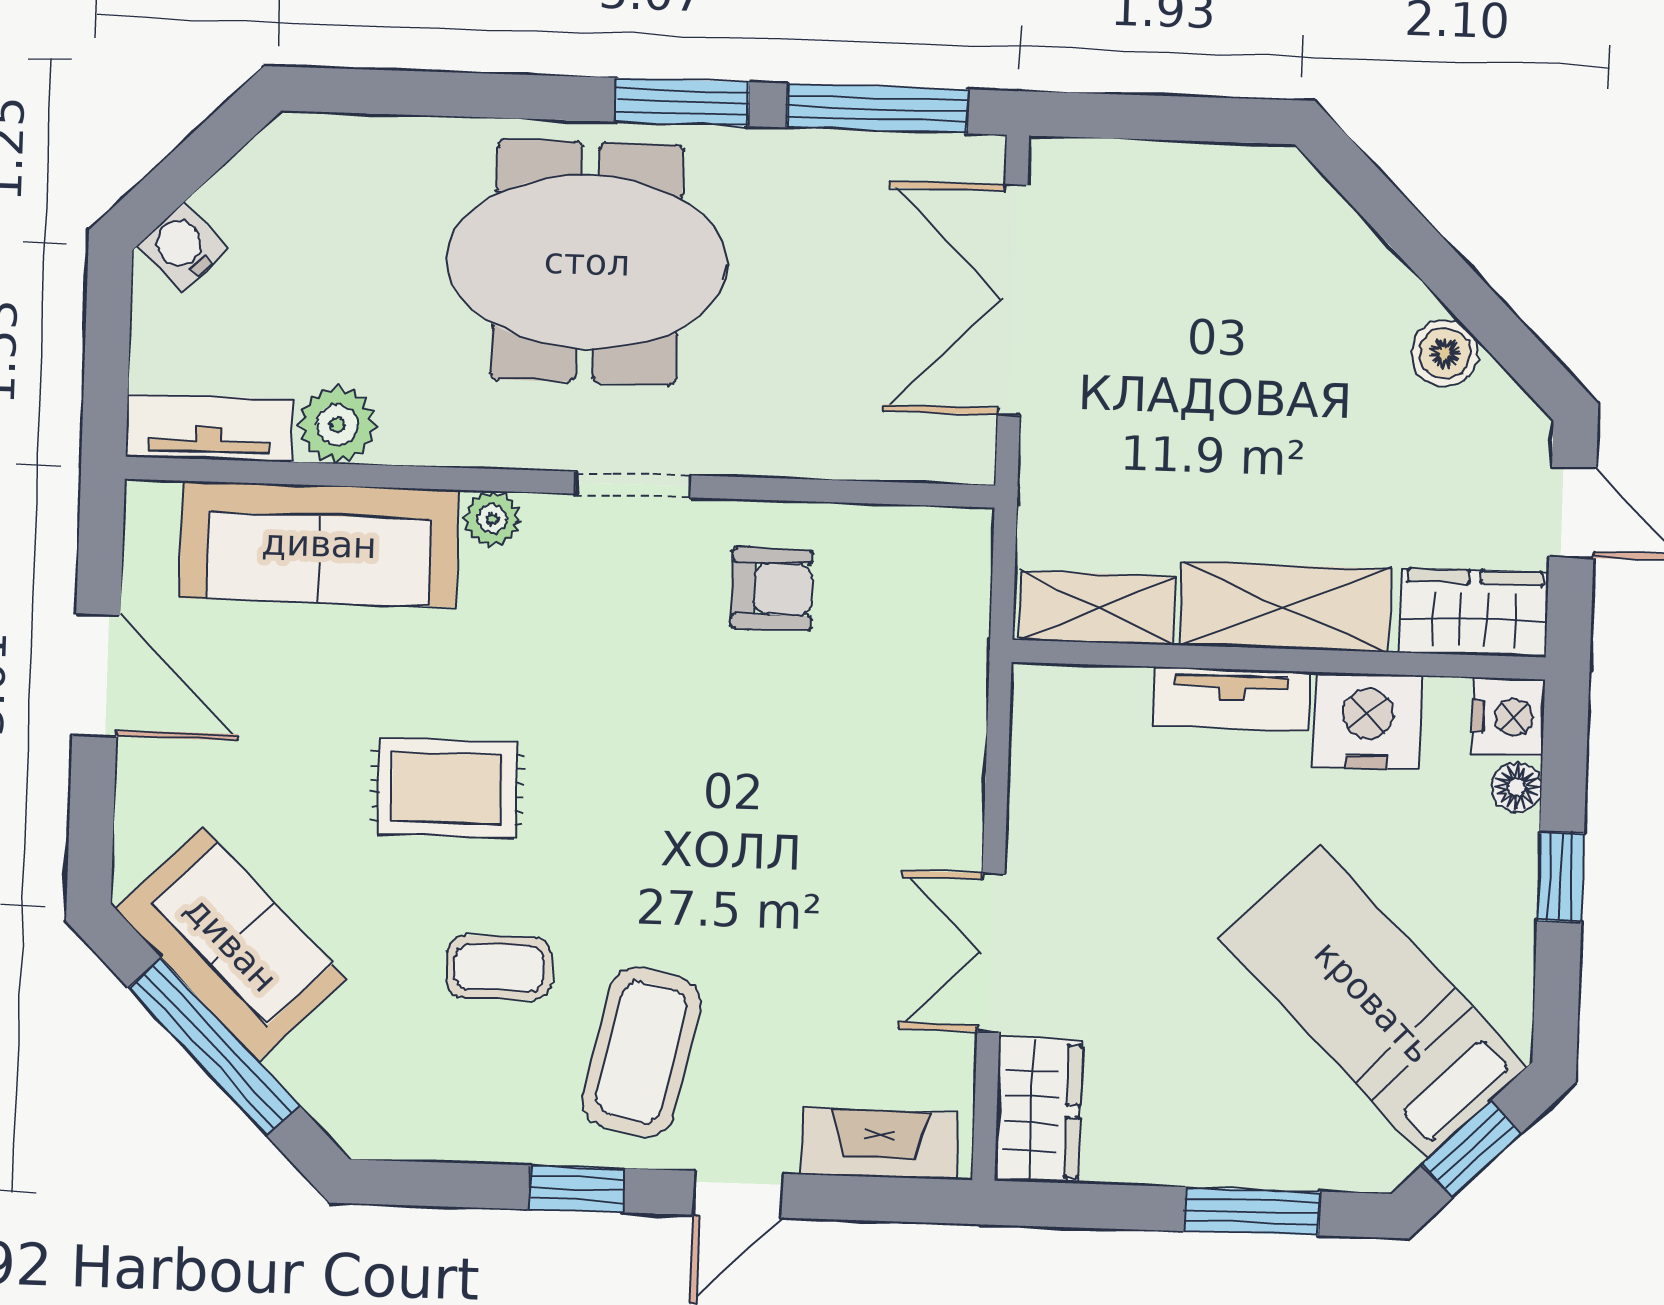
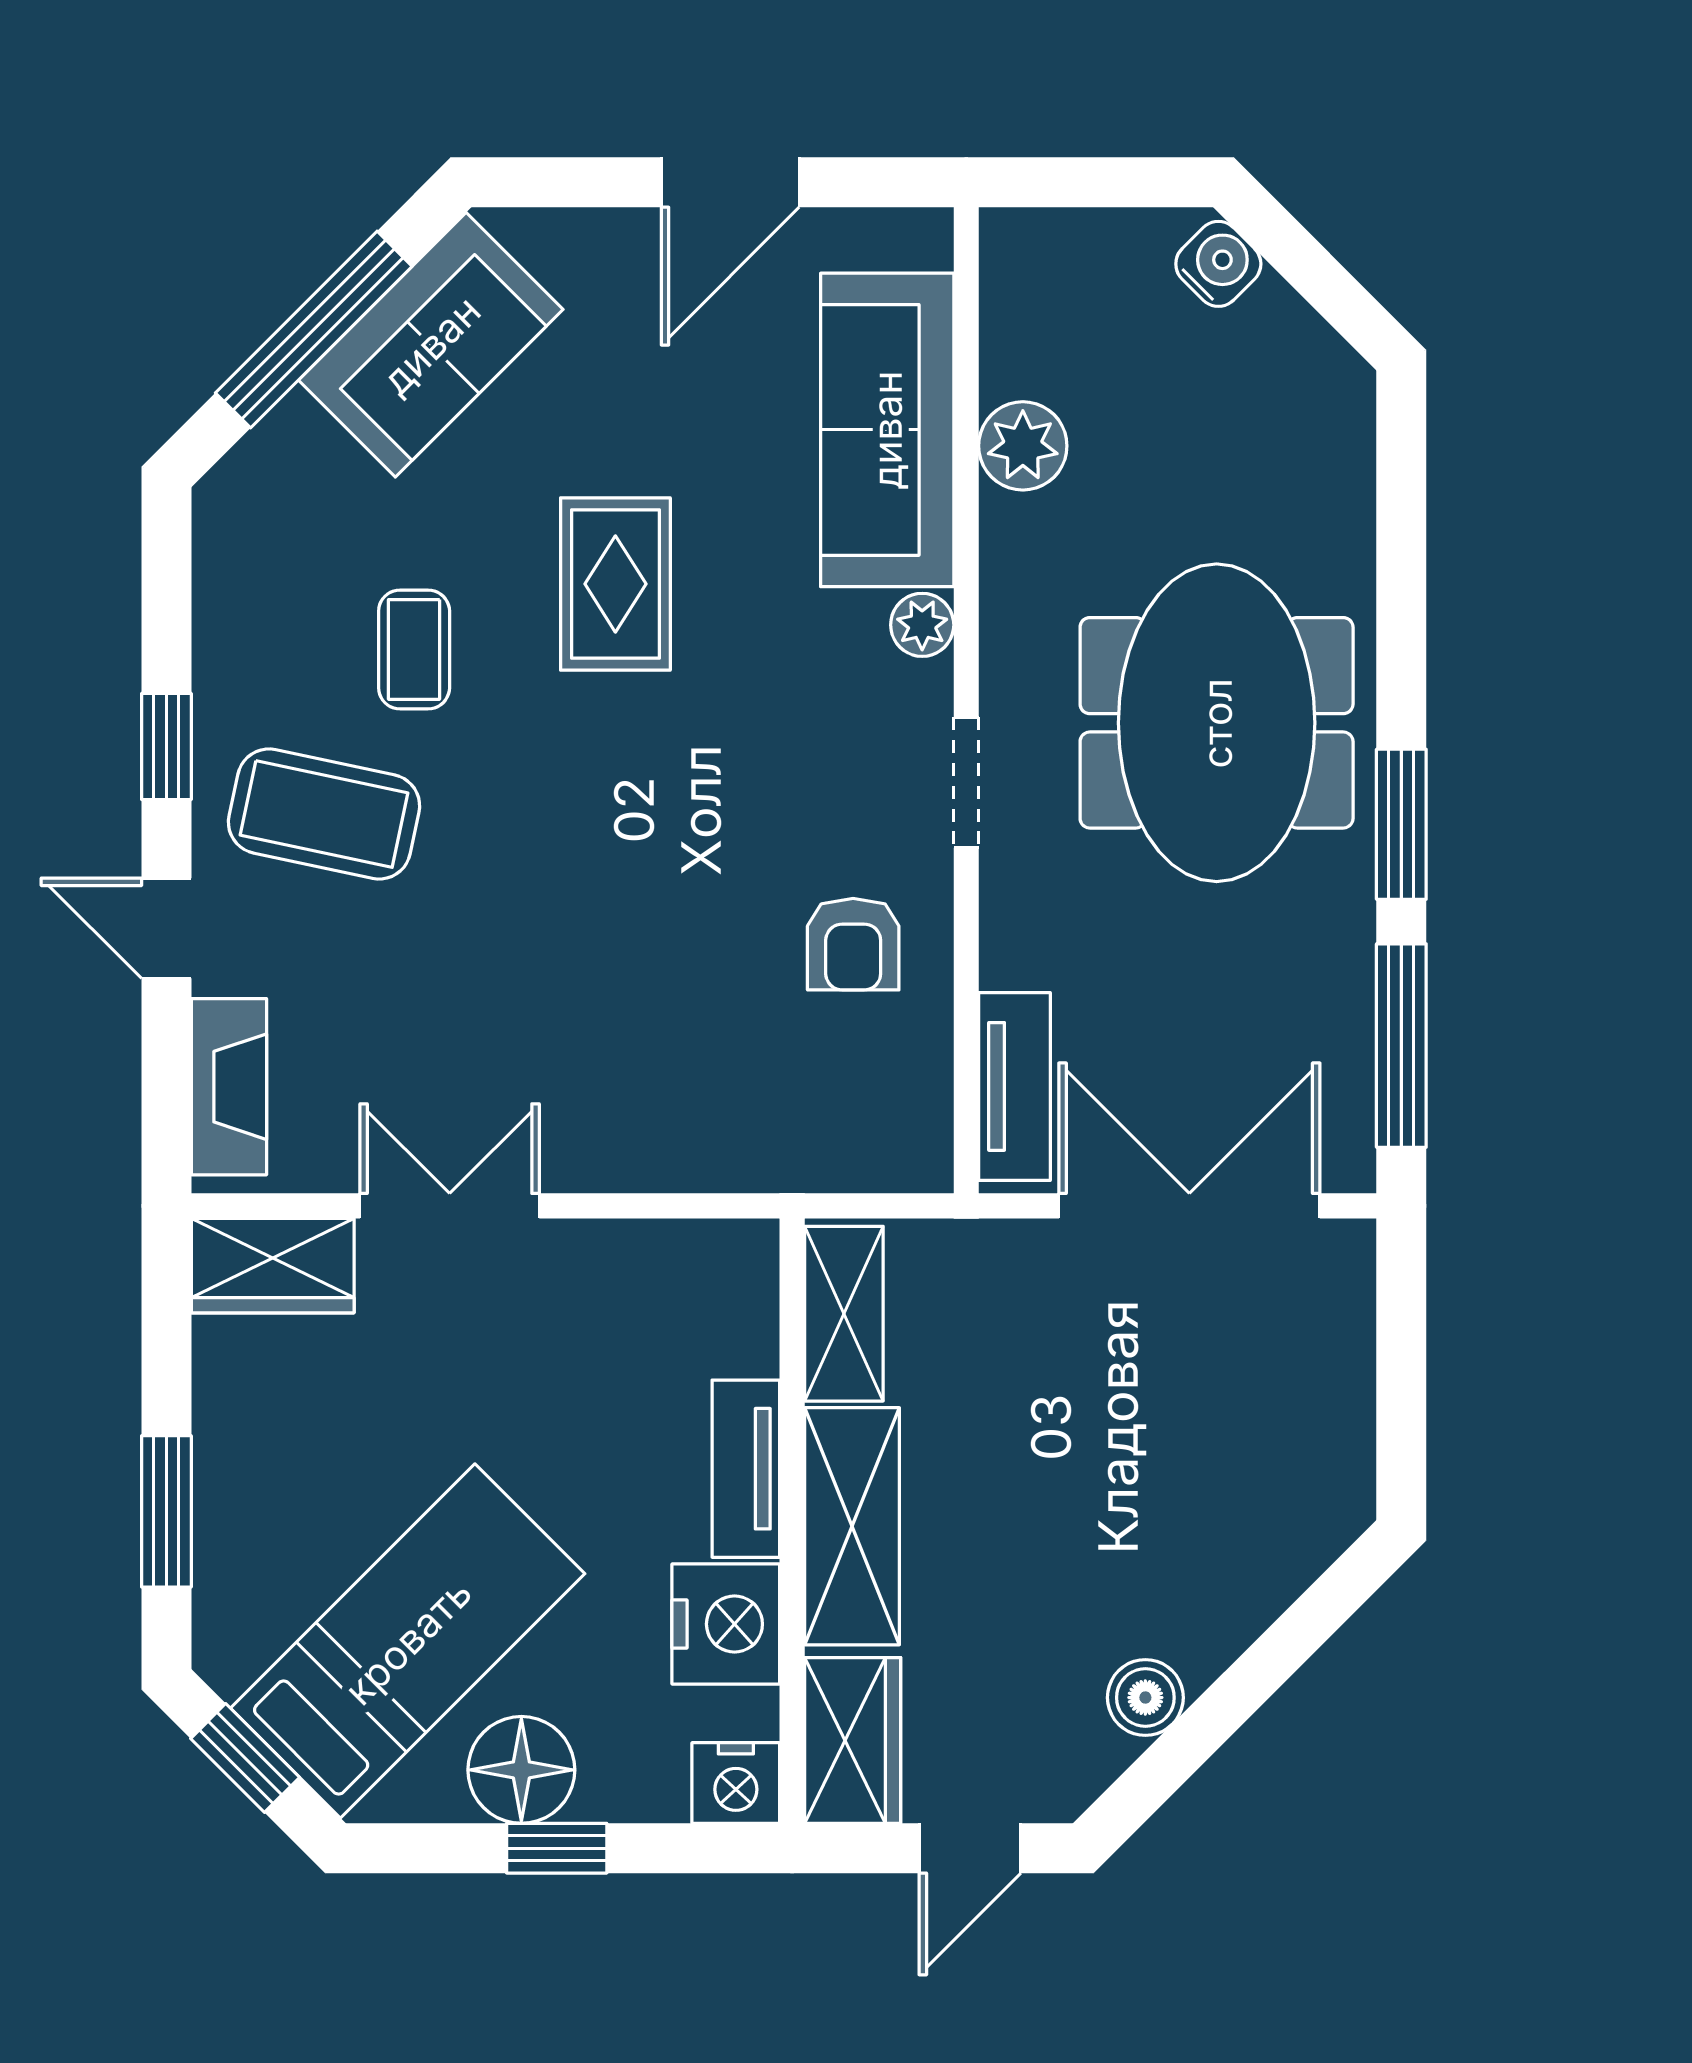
tv unit: (209, 428) -> (1014, 1086), moved
floor lamp: (1517, 787) -> (521, 1770), moved, width x1.89, depth x1.89

